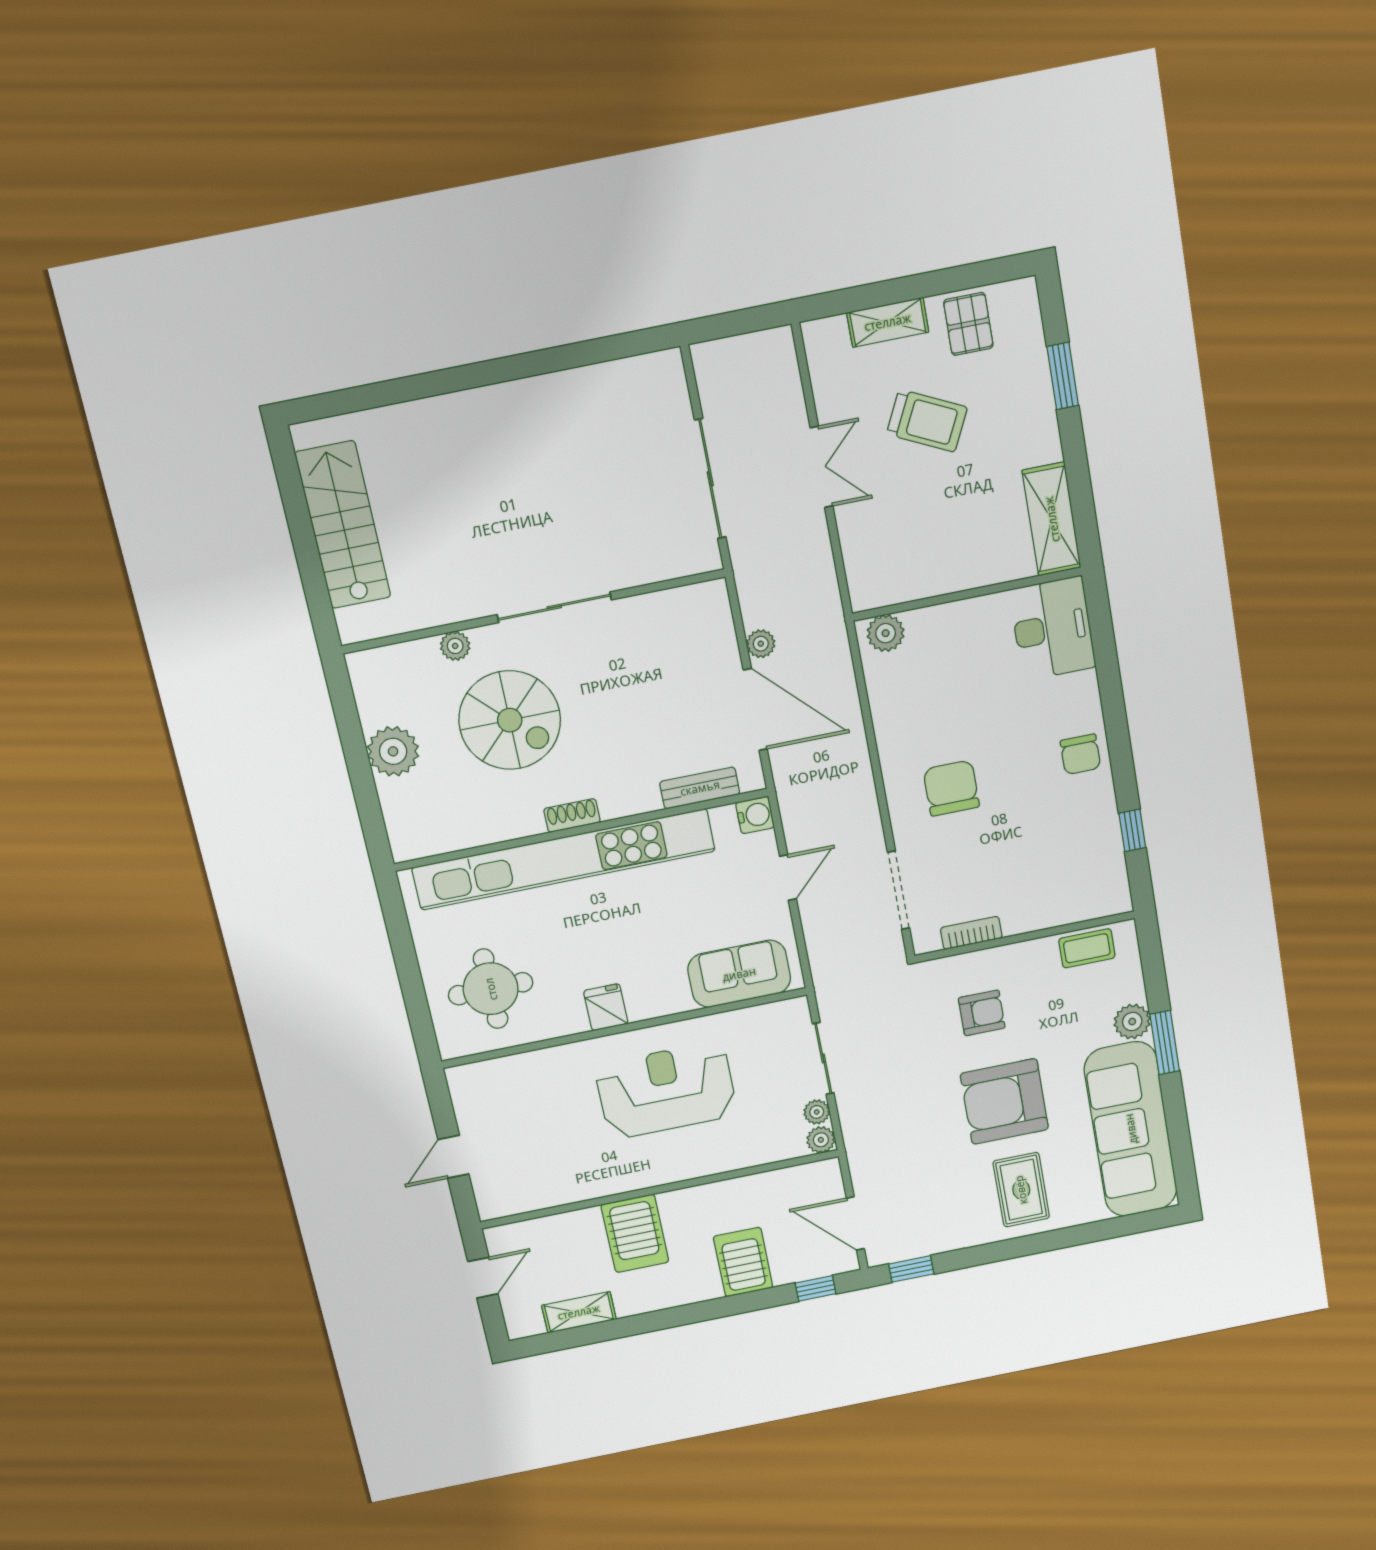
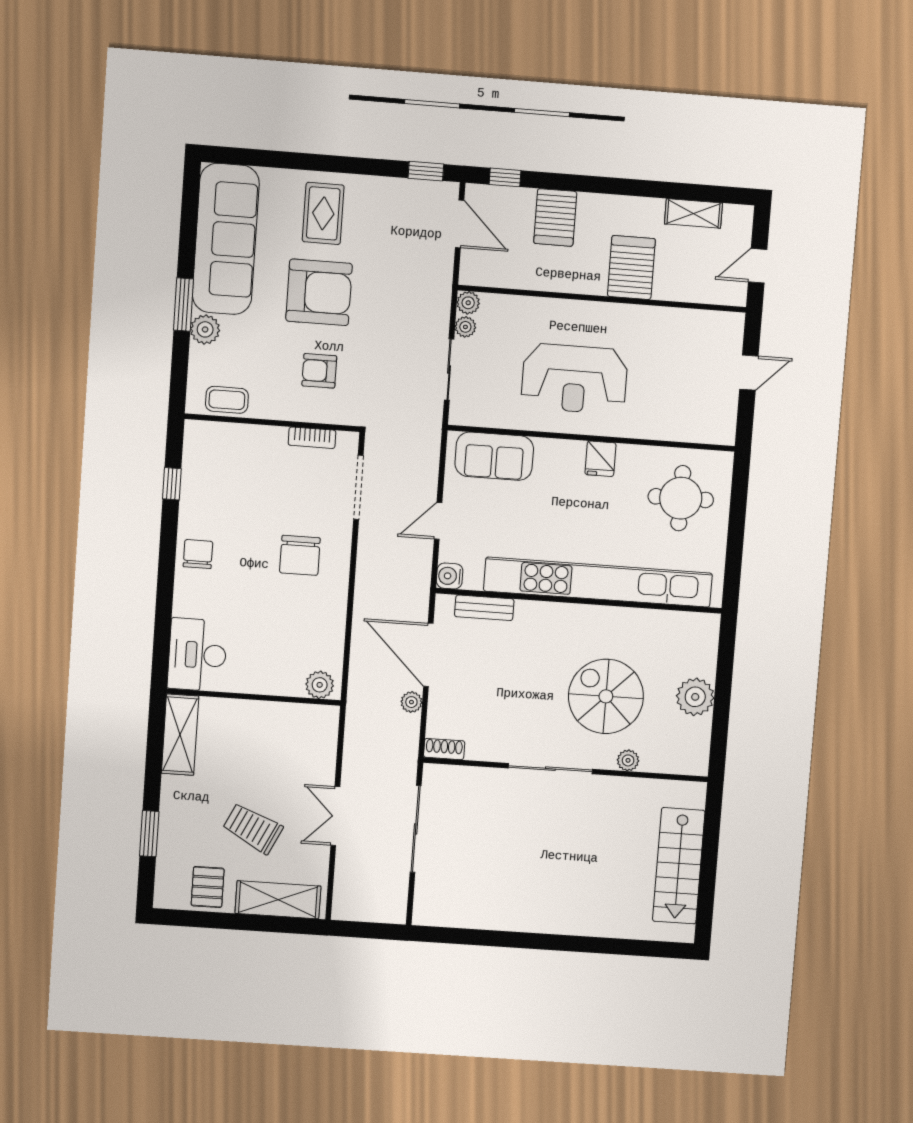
shelving: (888, 322) -> (278, 900), width x1.50, depth x1.33
shoe rack: (572, 816) -> (444, 749), moved, turned 180

